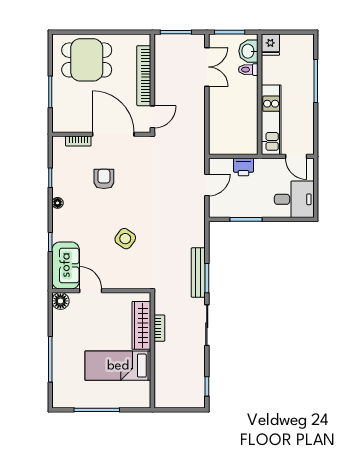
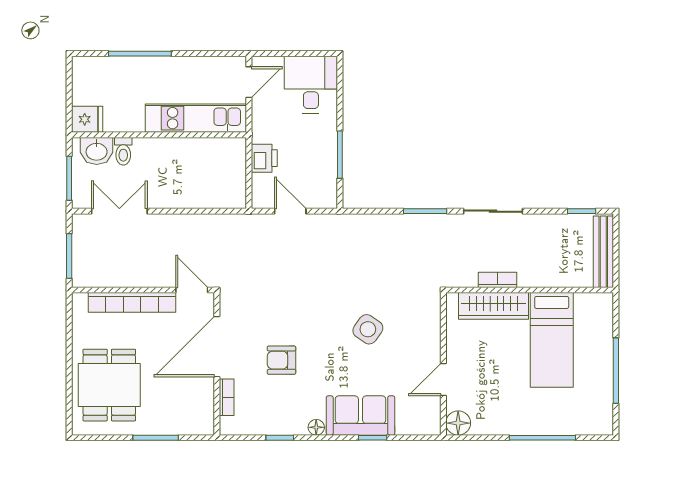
sofa: (66, 265) -> (360, 416), moved
bench: (198, 273) -> (603, 252), moved, turned 90

